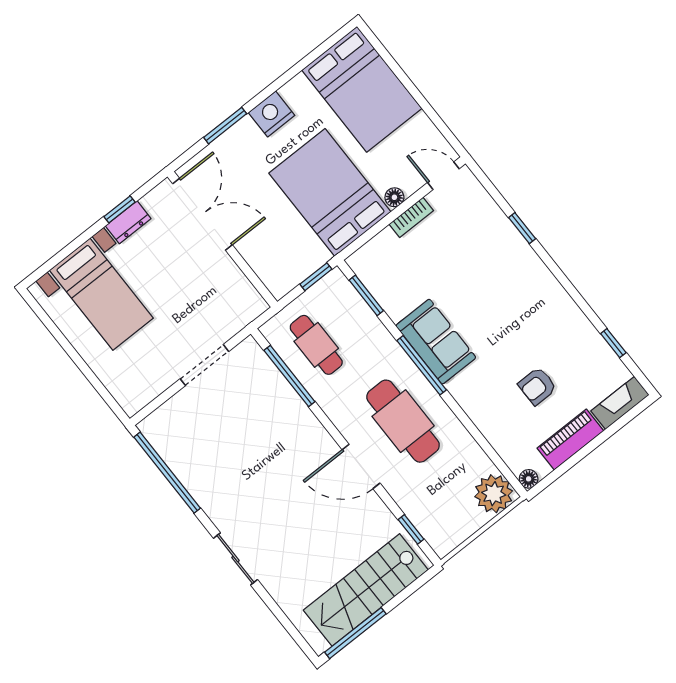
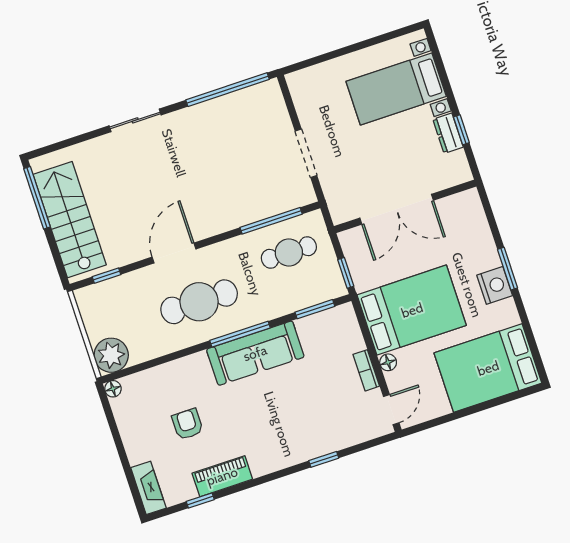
window: (225, 126) -> (508, 269), moved
double door: (202, 214) -> (397, 209), moved
sofa: (436, 342) -> (255, 353), width x1.36
piano: (570, 440) -> (222, 476), moved, turned -90

